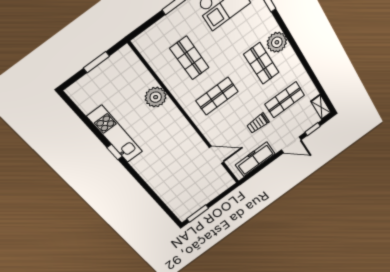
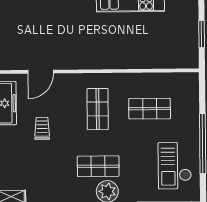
plant: (156, 97) -> (137, 58), removed
shop shelf: (285, 100) -> (46, 167), removed

